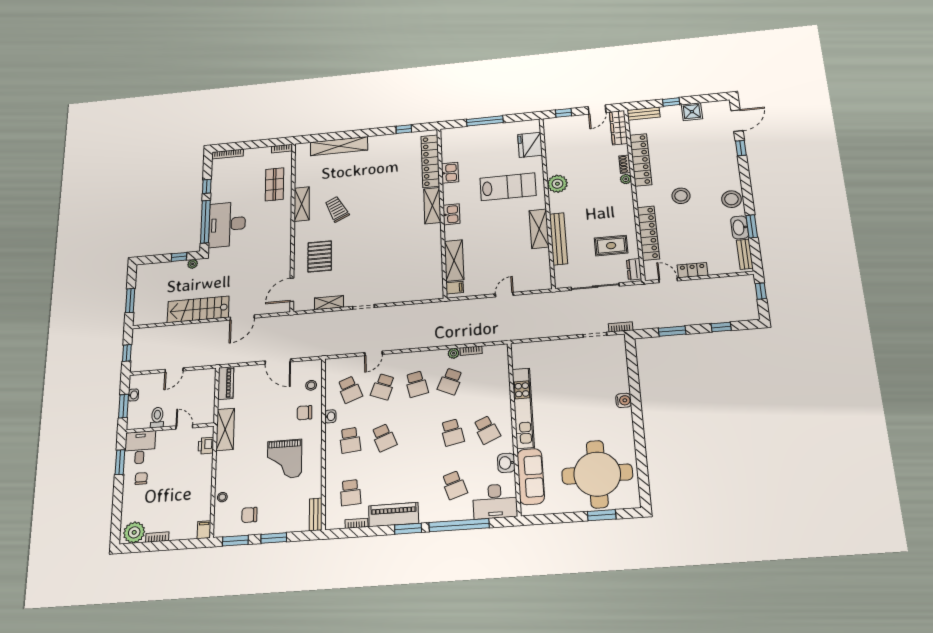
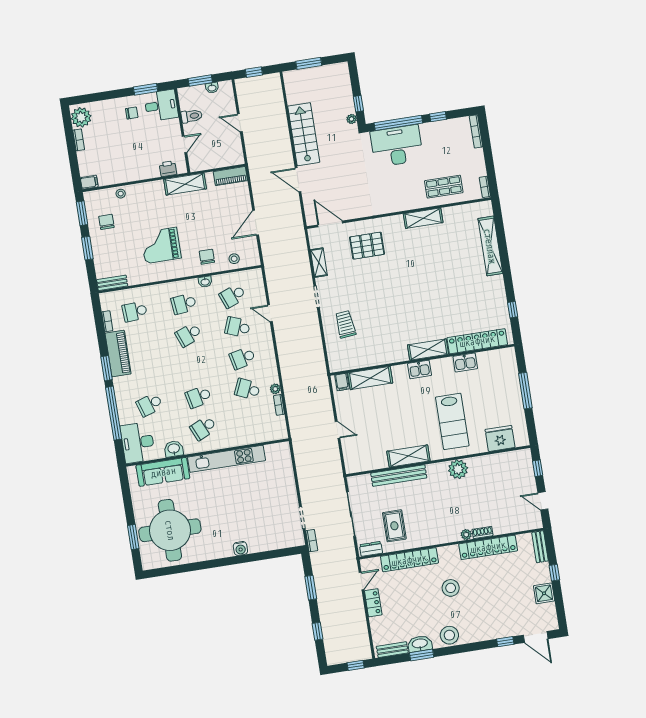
wardrobe: (619, 128) -> (523, 523), removed
trolley: (337, 209) -> (345, 324), moved, turned -69

